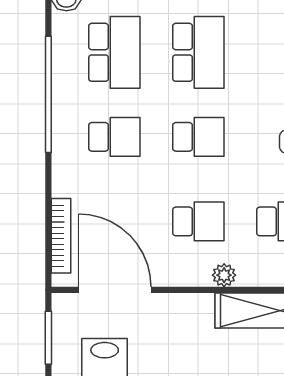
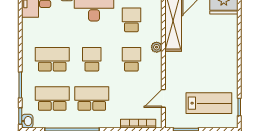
school desk: (114, 137) -> (92, 99), width x1.85
door: (115, 290) -> (163, 98), width x0.53

